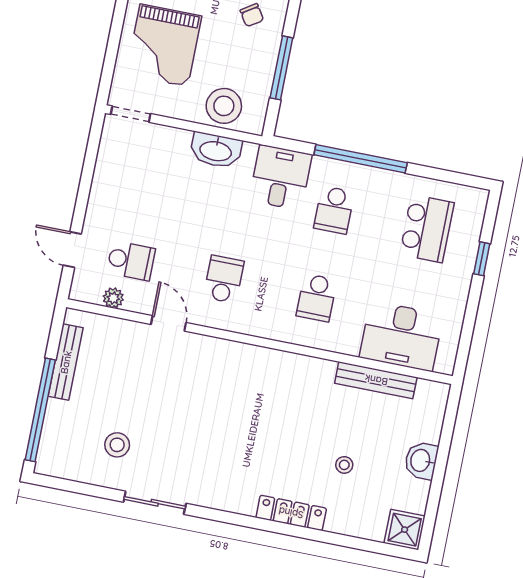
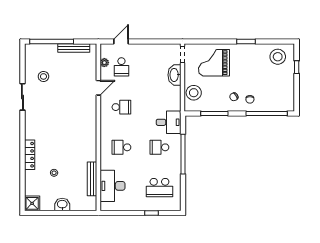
washbasin: (216, 150) -> (174, 75), moved

